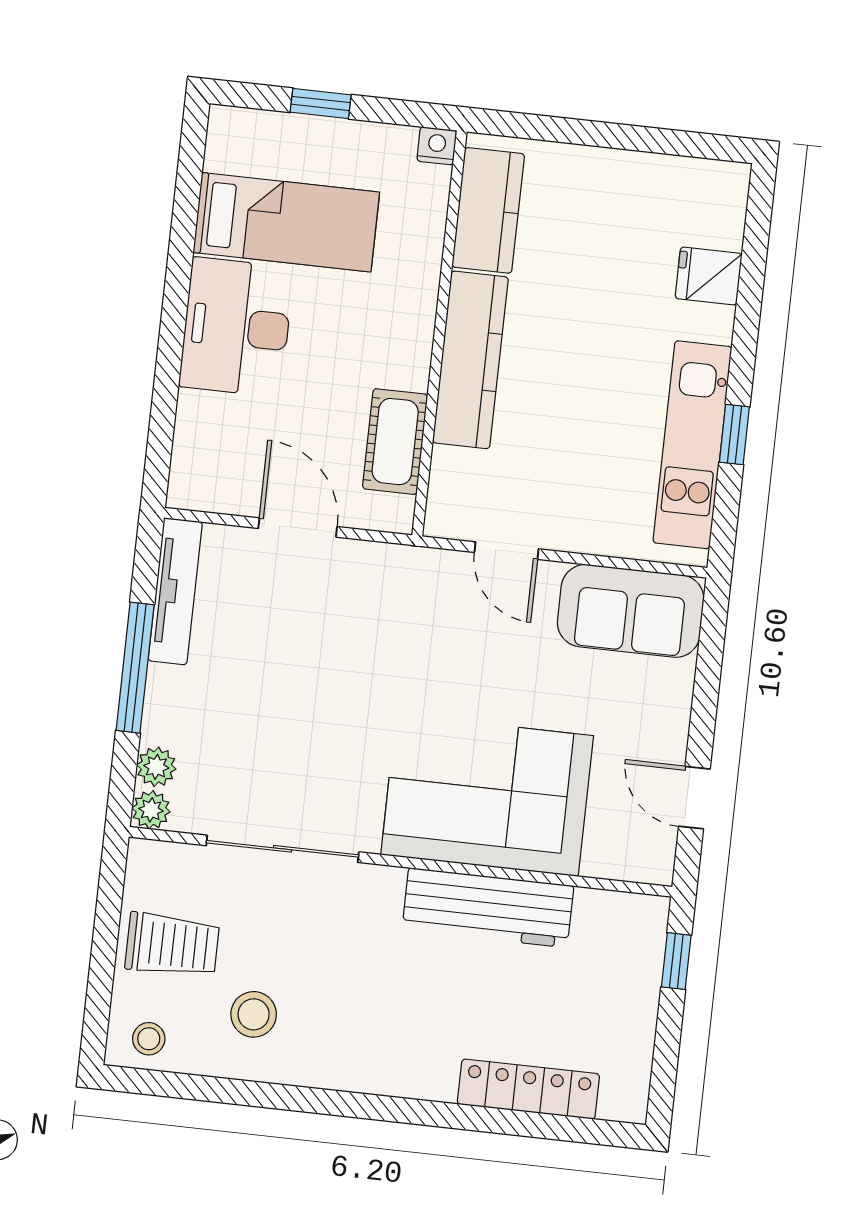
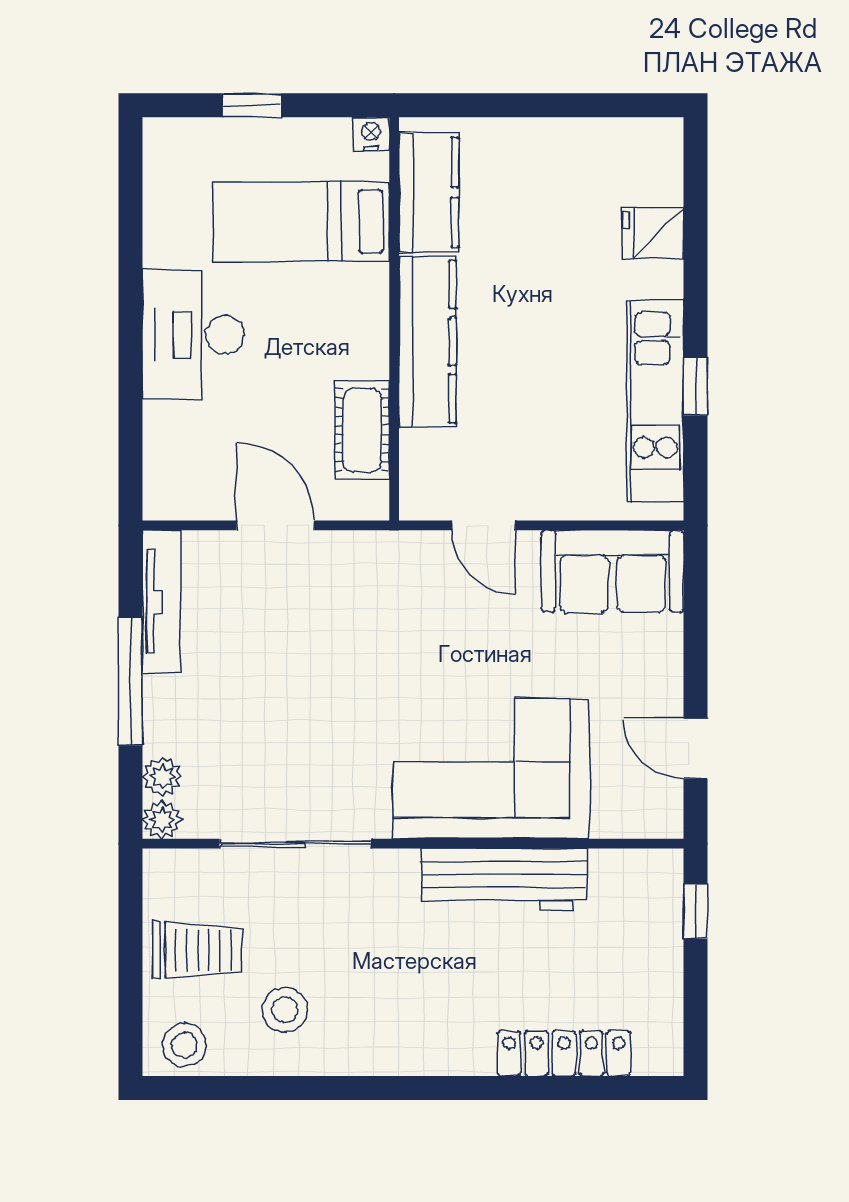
bed: (286, 222) -> (301, 222), moved, turned 180
stool: (149, 1039) -> (184, 1045), width x1.37, depth x1.37

